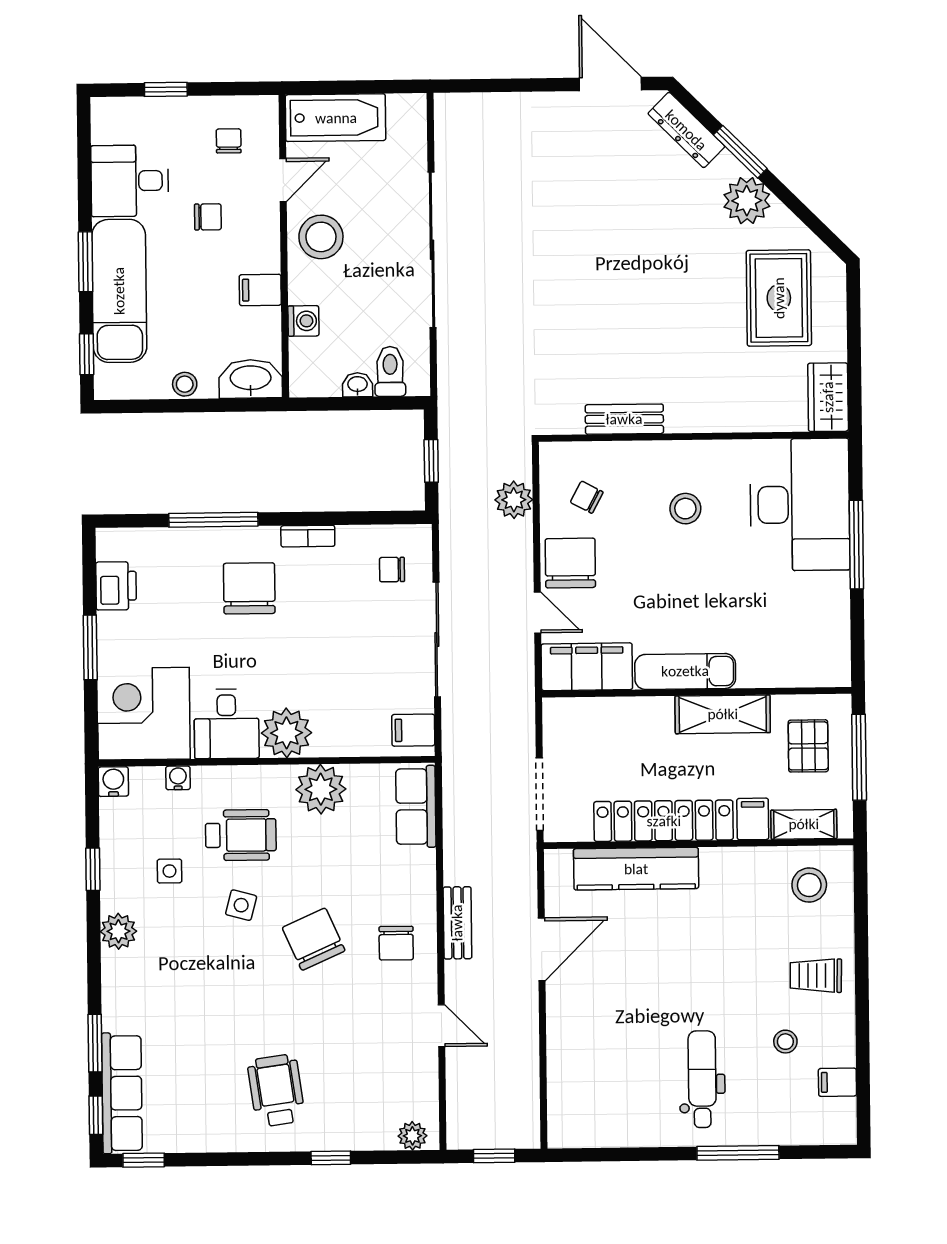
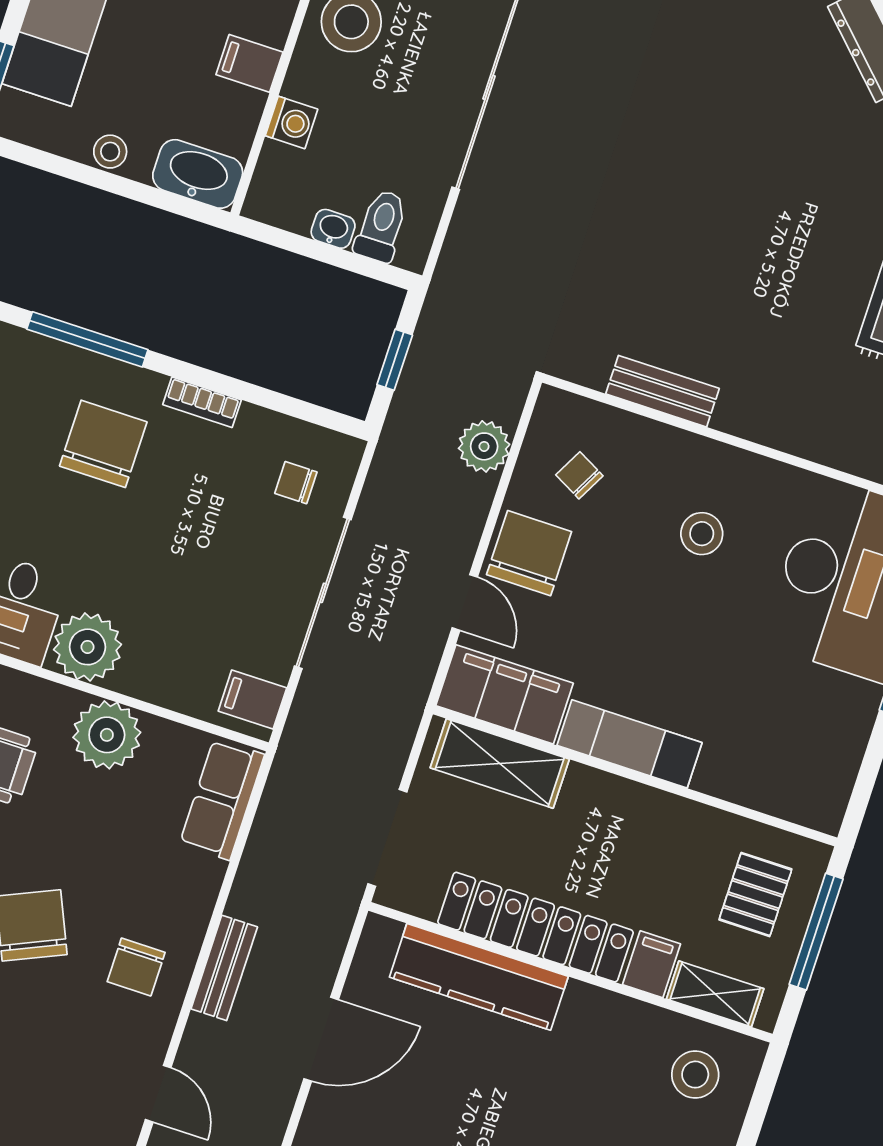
shelving: (723, 714) -> (500, 763), moved

